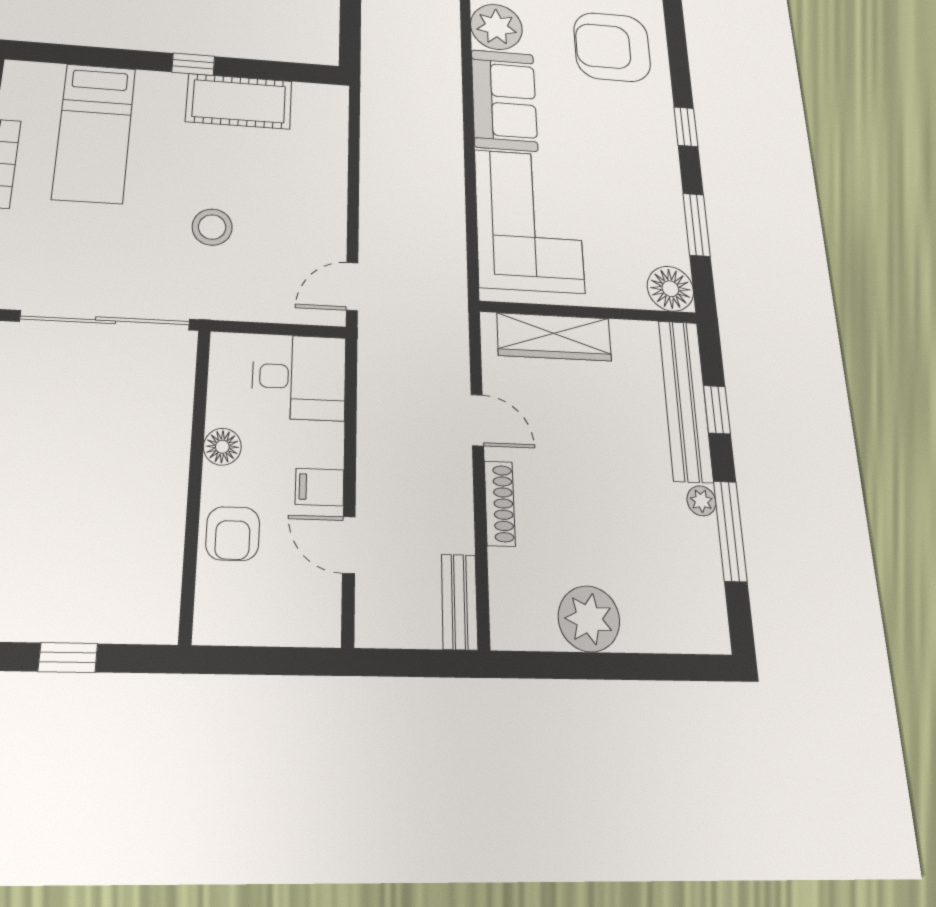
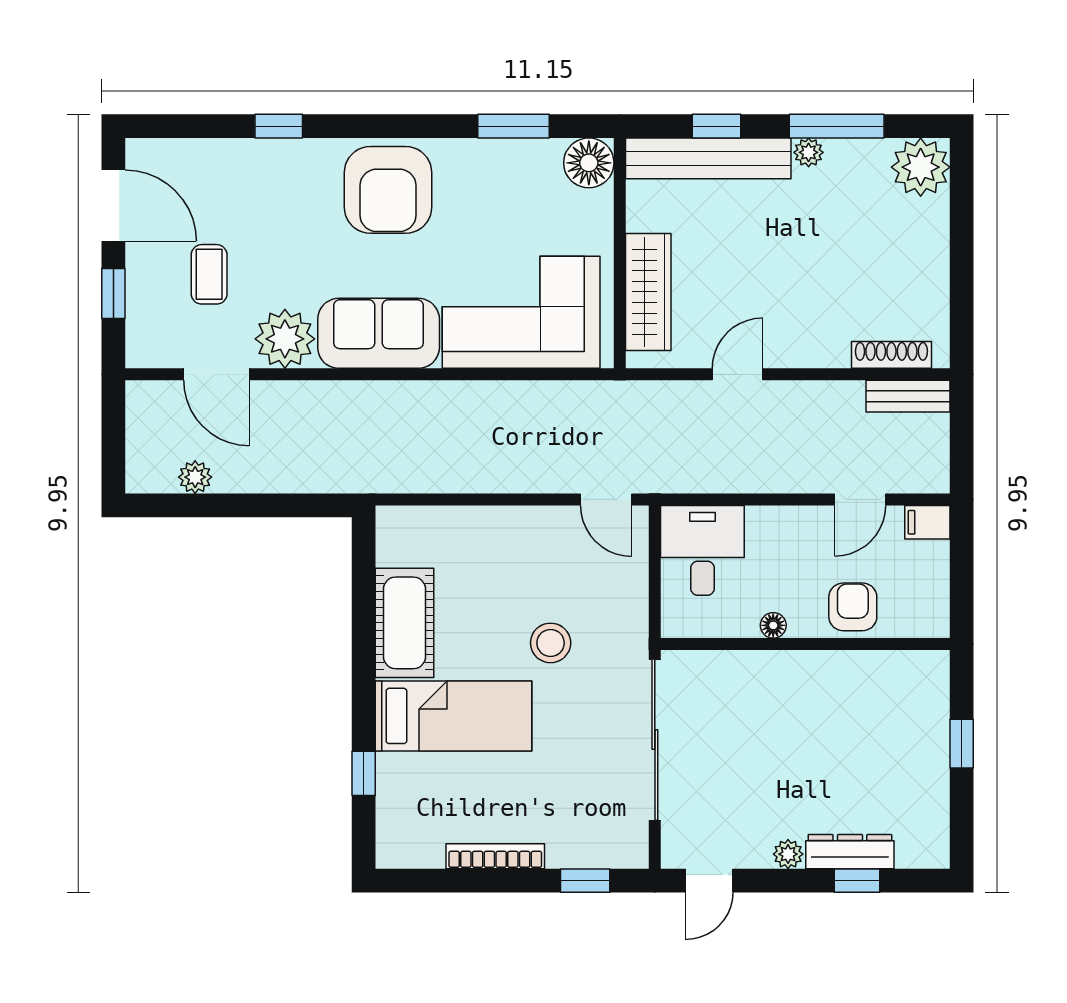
armchair: (612, 47) -> (388, 190), moved
window: (193, 64) -> (364, 773), moved
window: (686, 127) -> (279, 126), moved
bed: (94, 133) -> (454, 716), moved
floor lamp: (222, 447) -> (773, 625), width x0.73, depth x0.73
filing cabinet: (320, 487) -> (927, 522), moved, turned 90
shoe rack: (500, 503) -> (891, 355), moved
armchair: (233, 534) -> (853, 607), turned -90
plant: (589, 619) -> (921, 167), moved

